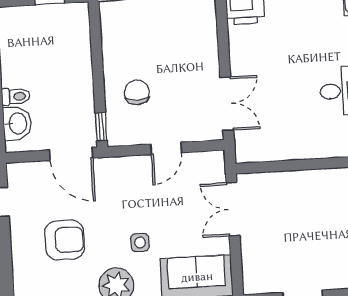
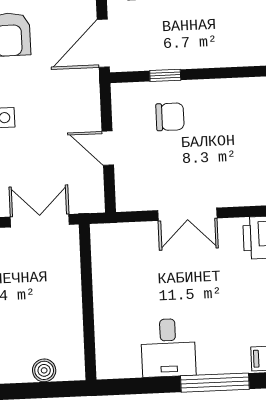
double door: (227, 104) -> (187, 214), moved
window: (101, 127) -> (165, 75), moved

